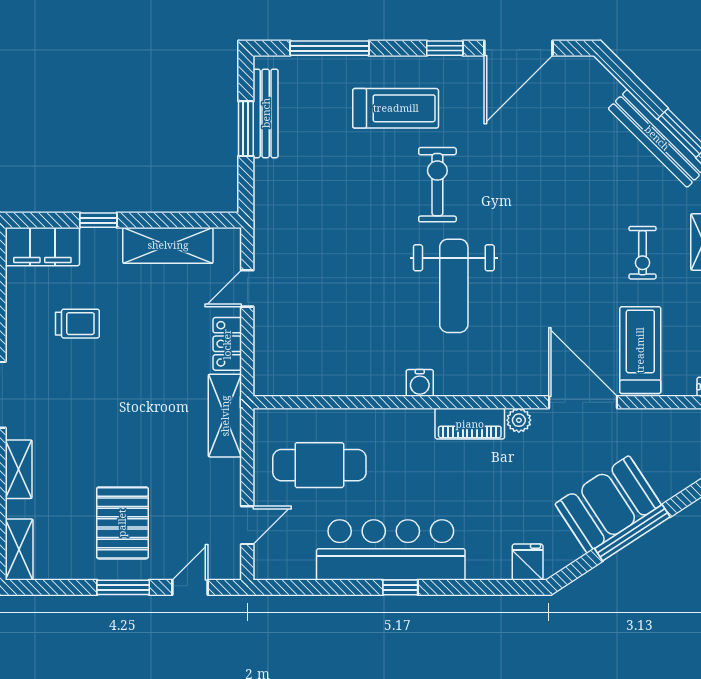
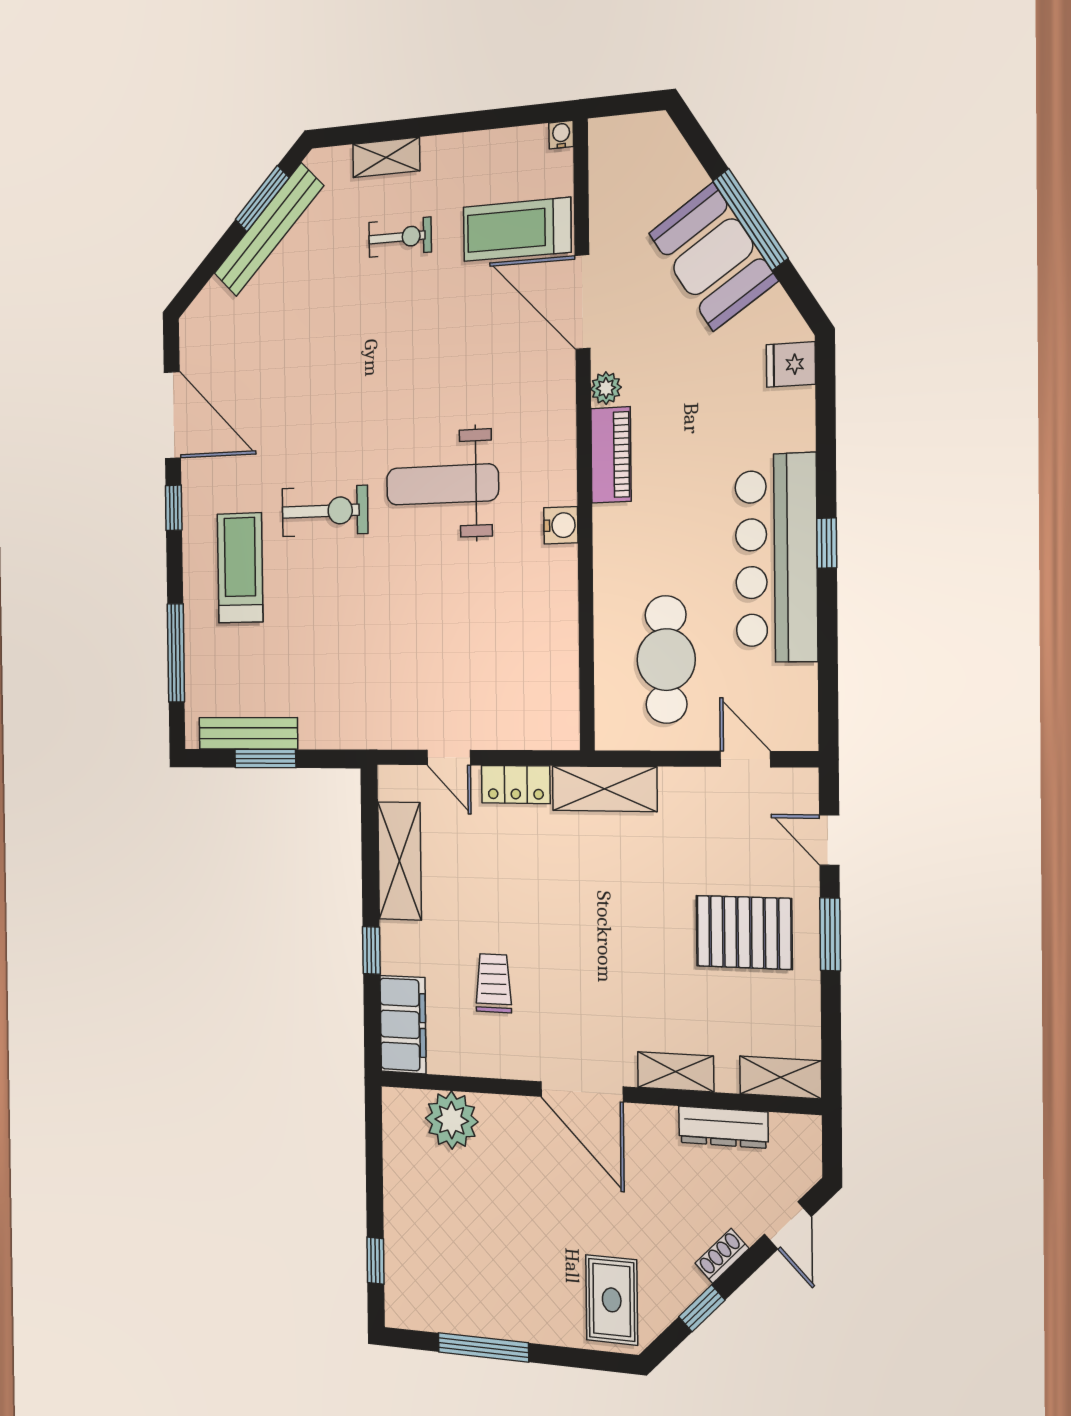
exercise bike: (437, 185) -> (325, 511), turned 180
weight bench: (454, 286) -> (442, 484), turned 180
door: (583, 402) -> (582, 302), hinge flipped

